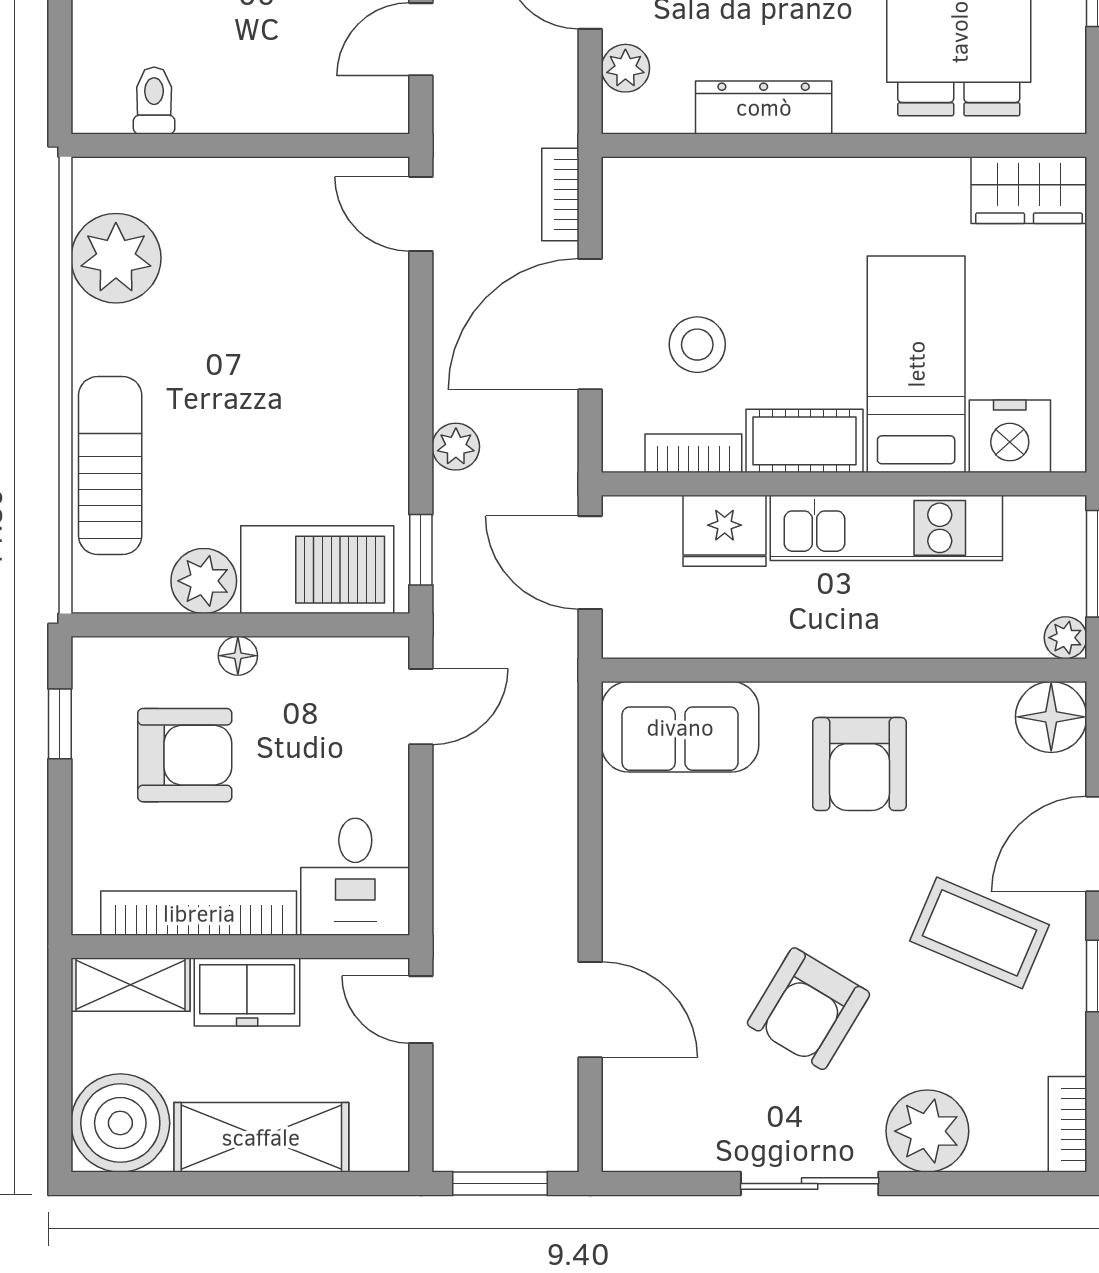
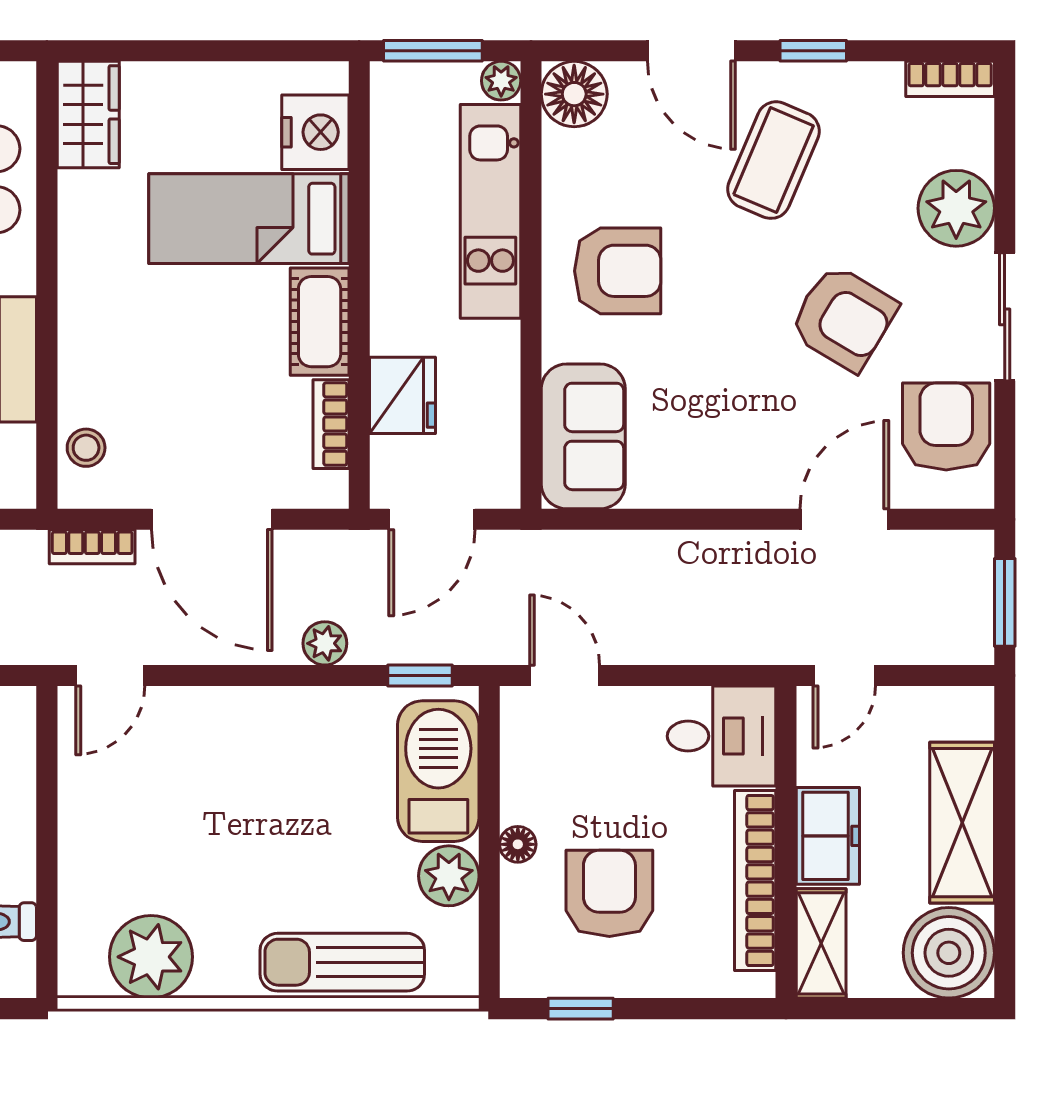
stool: (697, 345) -> (86, 448), moved, width x0.73, depth x0.73
kitchen unit: (886, 528) -> (490, 211), moved, turned 180
armchair: (691, 1120) -> (946, 426), added

